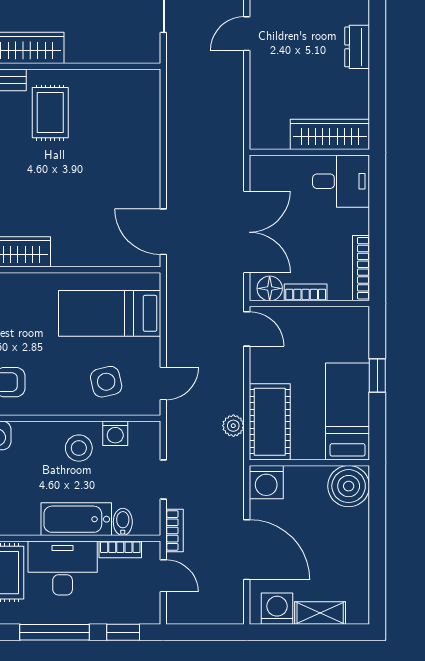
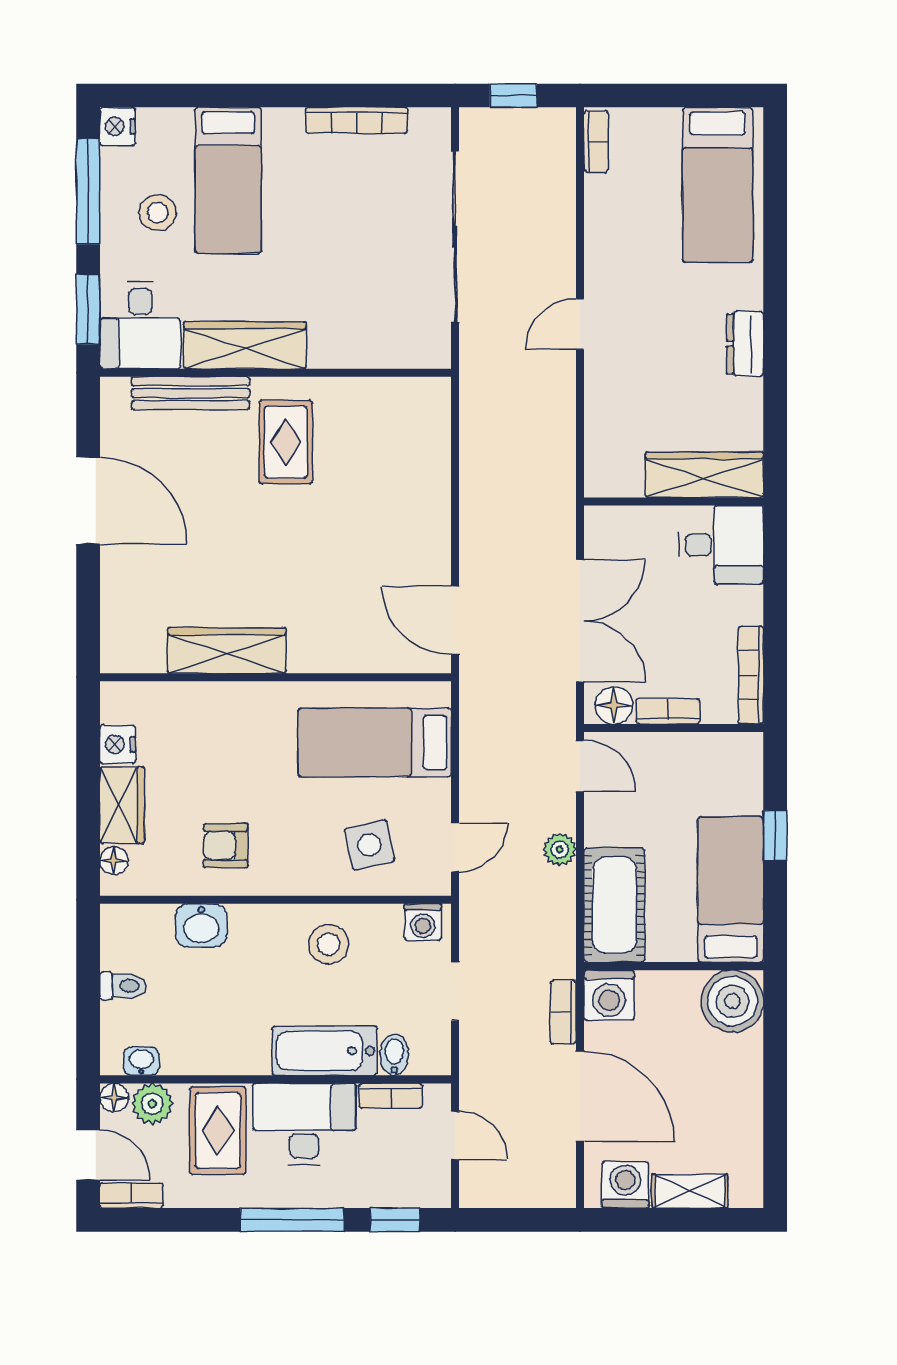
plant: (233, 426) -> (560, 849), moved
washing machine: (115, 433) -> (423, 922), moved
bookcase: (174, 530) -> (563, 1012), moved, turned 180

